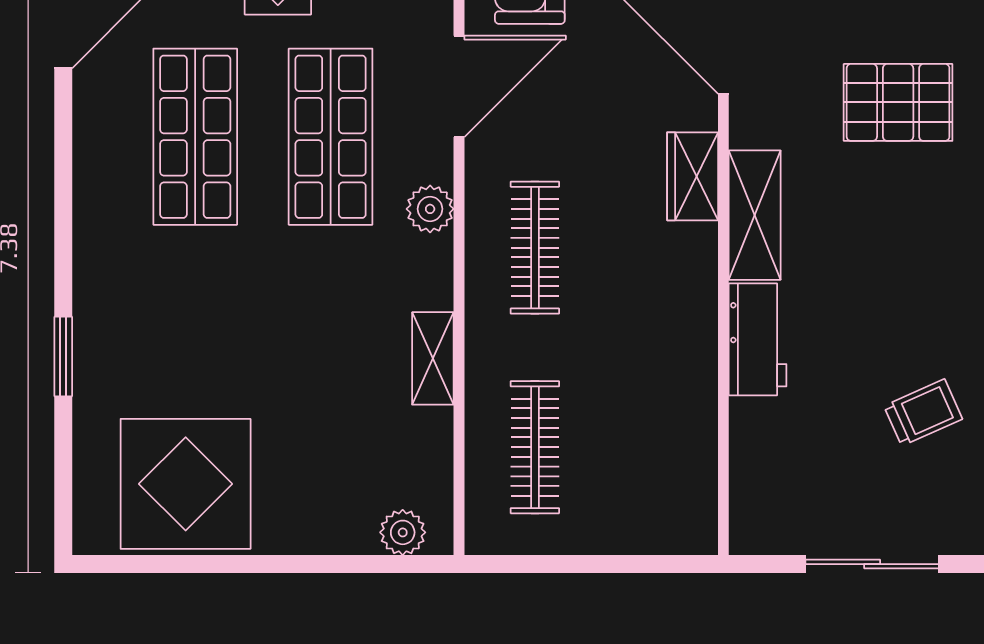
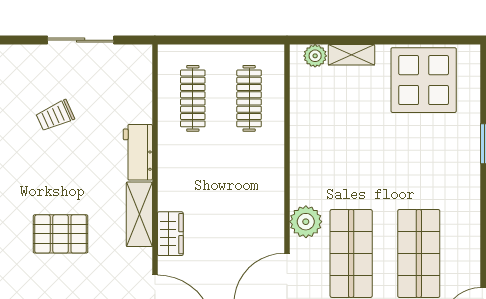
pallet: (898, 102) -> (61, 234), moved
plant: (430, 209) -> (306, 222), width x1.36, depth x1.36
clothes rail: (535, 248) -> (193, 98), moved
shelving: (433, 358) -> (351, 55), moved, turned 90

